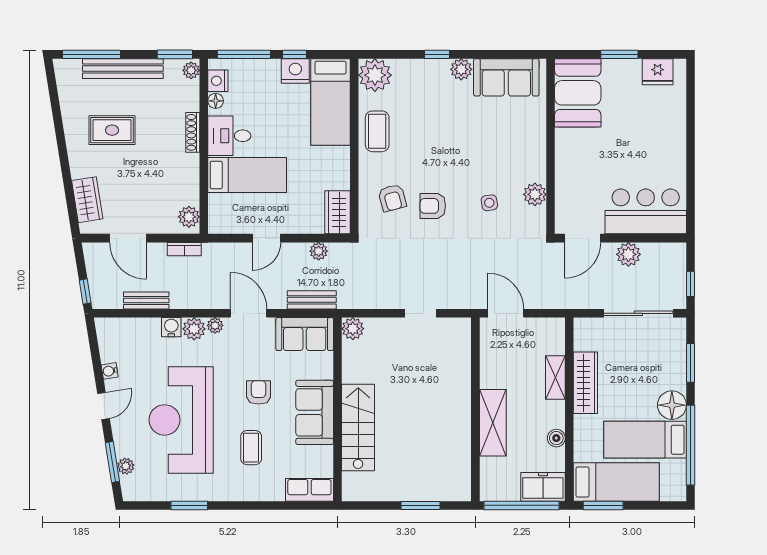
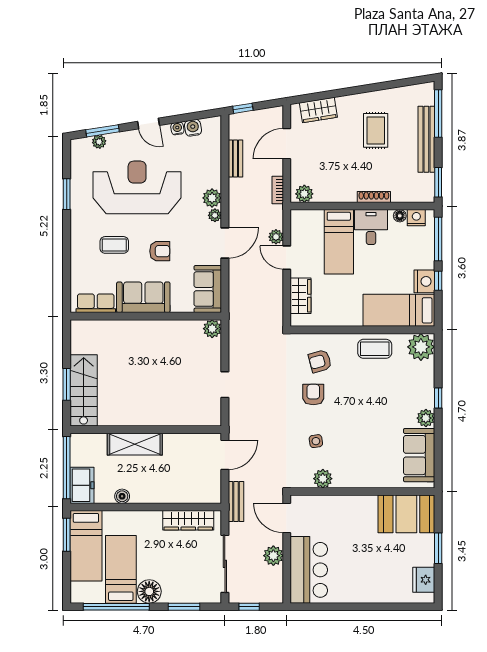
plant: (191, 70) -> (425, 196), removed
wardrobe: (337, 212) -> (301, 296), moved, turned 90
plant: (319, 251) -> (276, 237), moved
bench: (312, 300) -> (236, 501), moved
water cooler: (171, 327) -> (193, 128), moved, turned -99
shelving: (555, 377) -> (172, 495), removed
wardrobe: (585, 383) -> (188, 520), moved
stairs: (358, 427) -> (84, 390), moved, turned -90
row of seats: (309, 490) -> (96, 303), moved, turned -90

